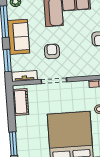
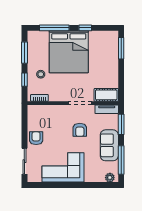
cot: (21, 102) -> (106, 95), moved, turned 90

